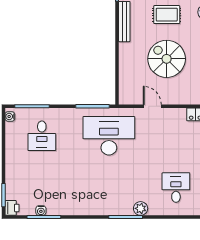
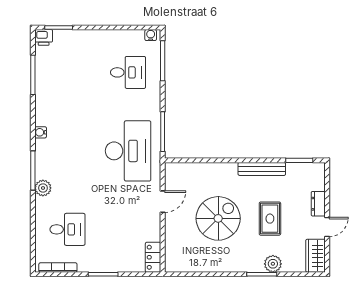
desk: (42, 136) -> (128, 72), turned 180
water cooler: (41, 211) -> (41, 132), moved

